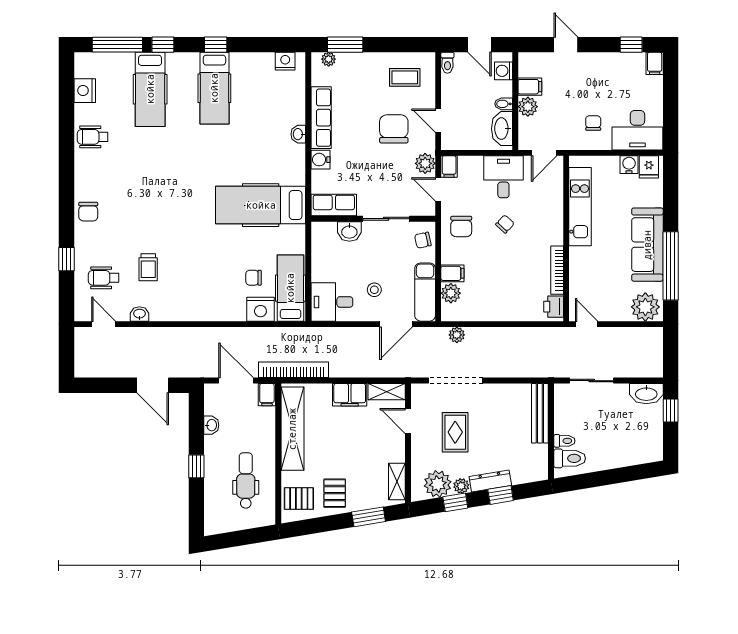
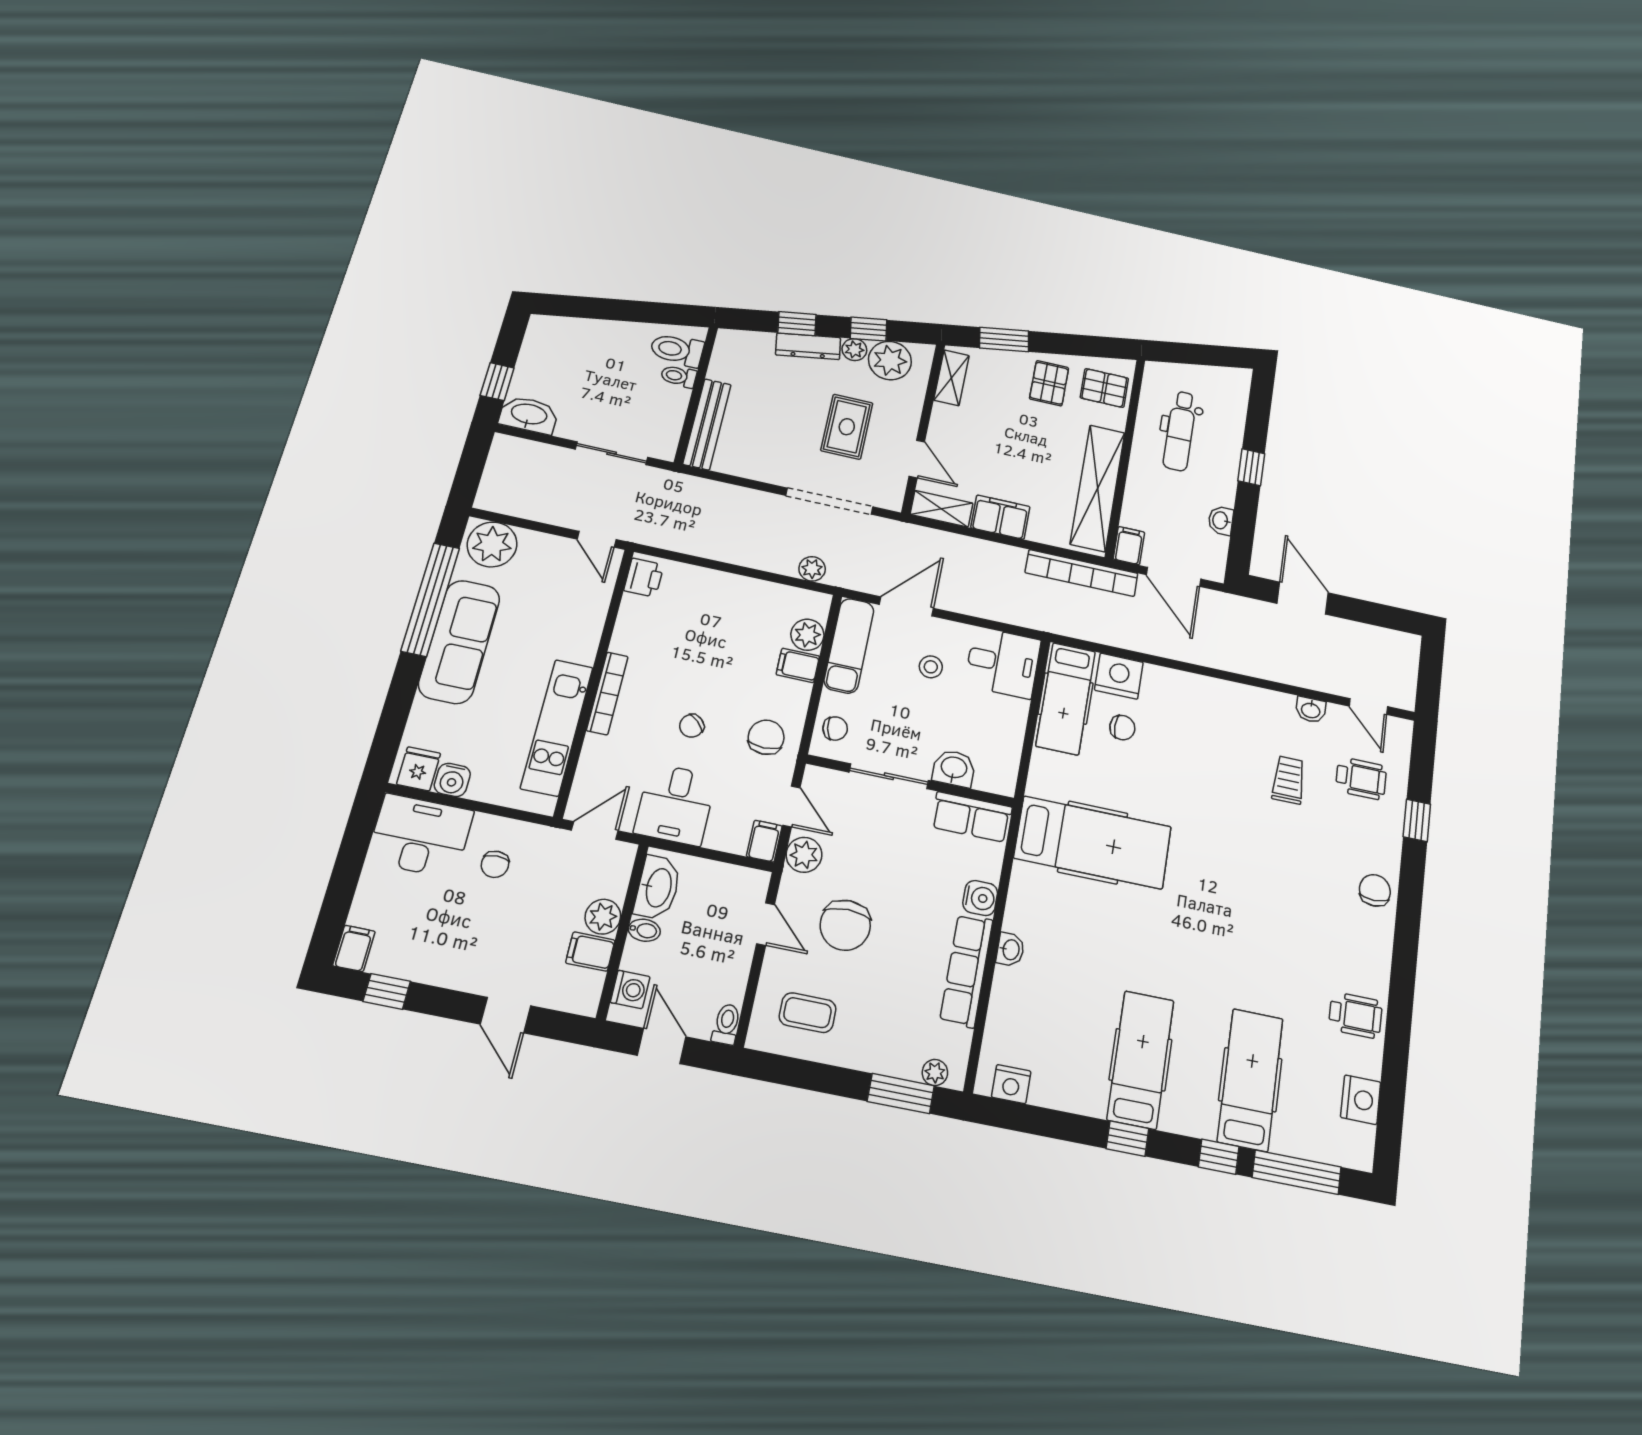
bookcase: (557, 270) -> (607, 693), moved

